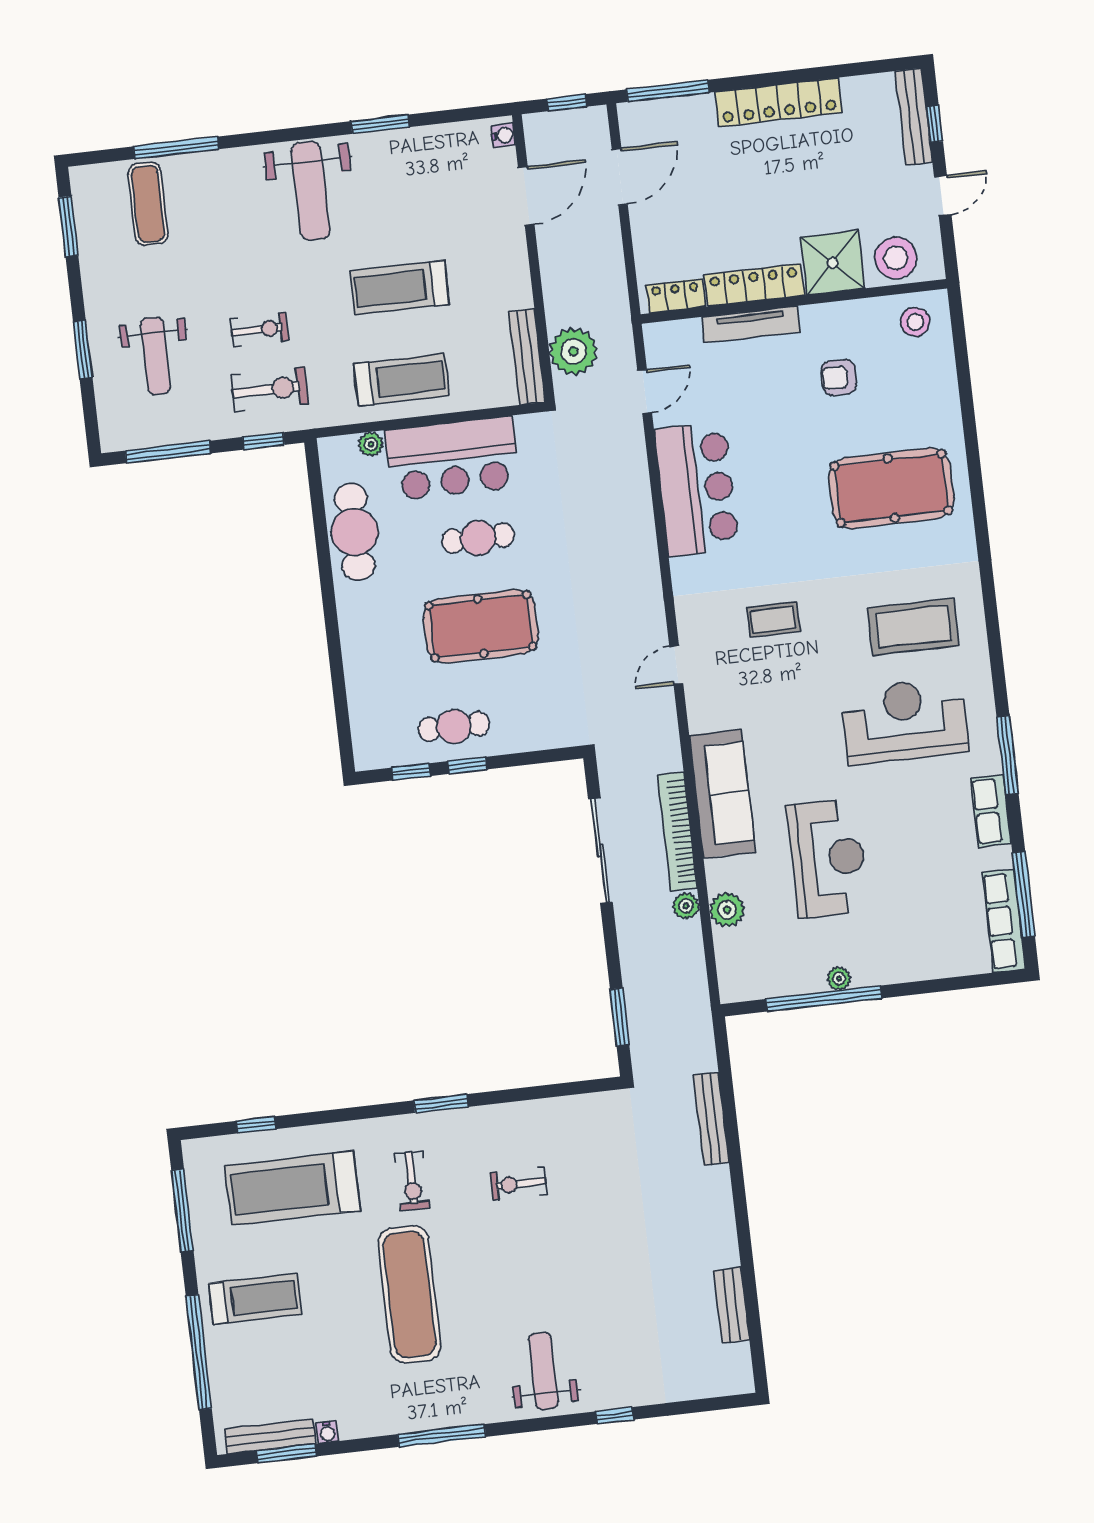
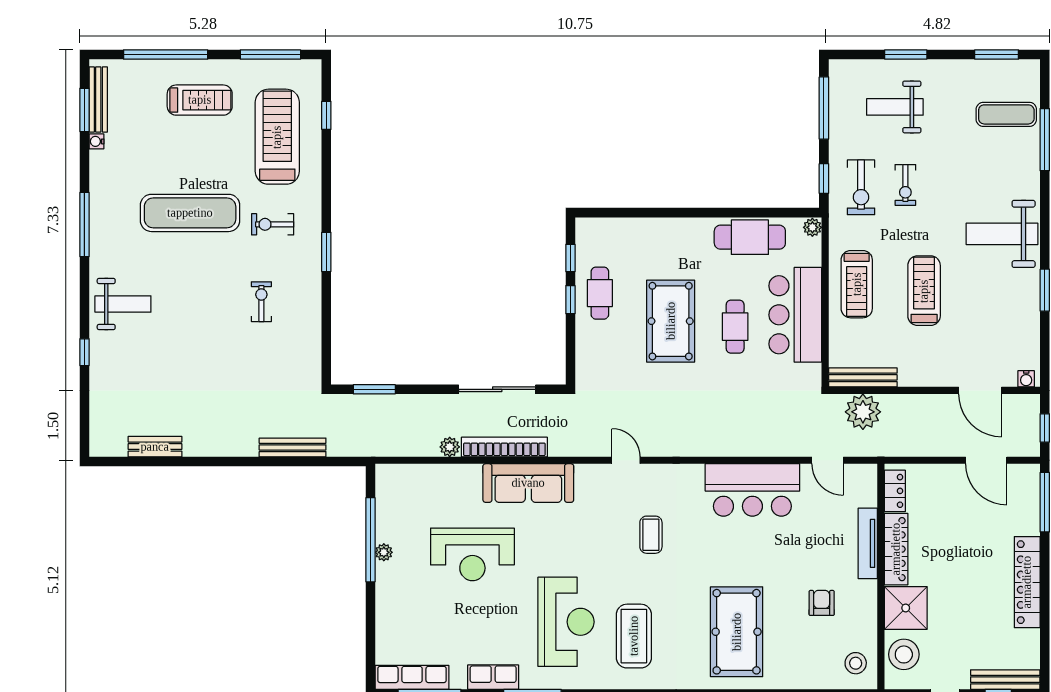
plant: (371, 444) -> (812, 227), moved
plant: (727, 910) -> (443, 477), removed
treadmill: (255, 1299) -> (200, 100), turned -90

